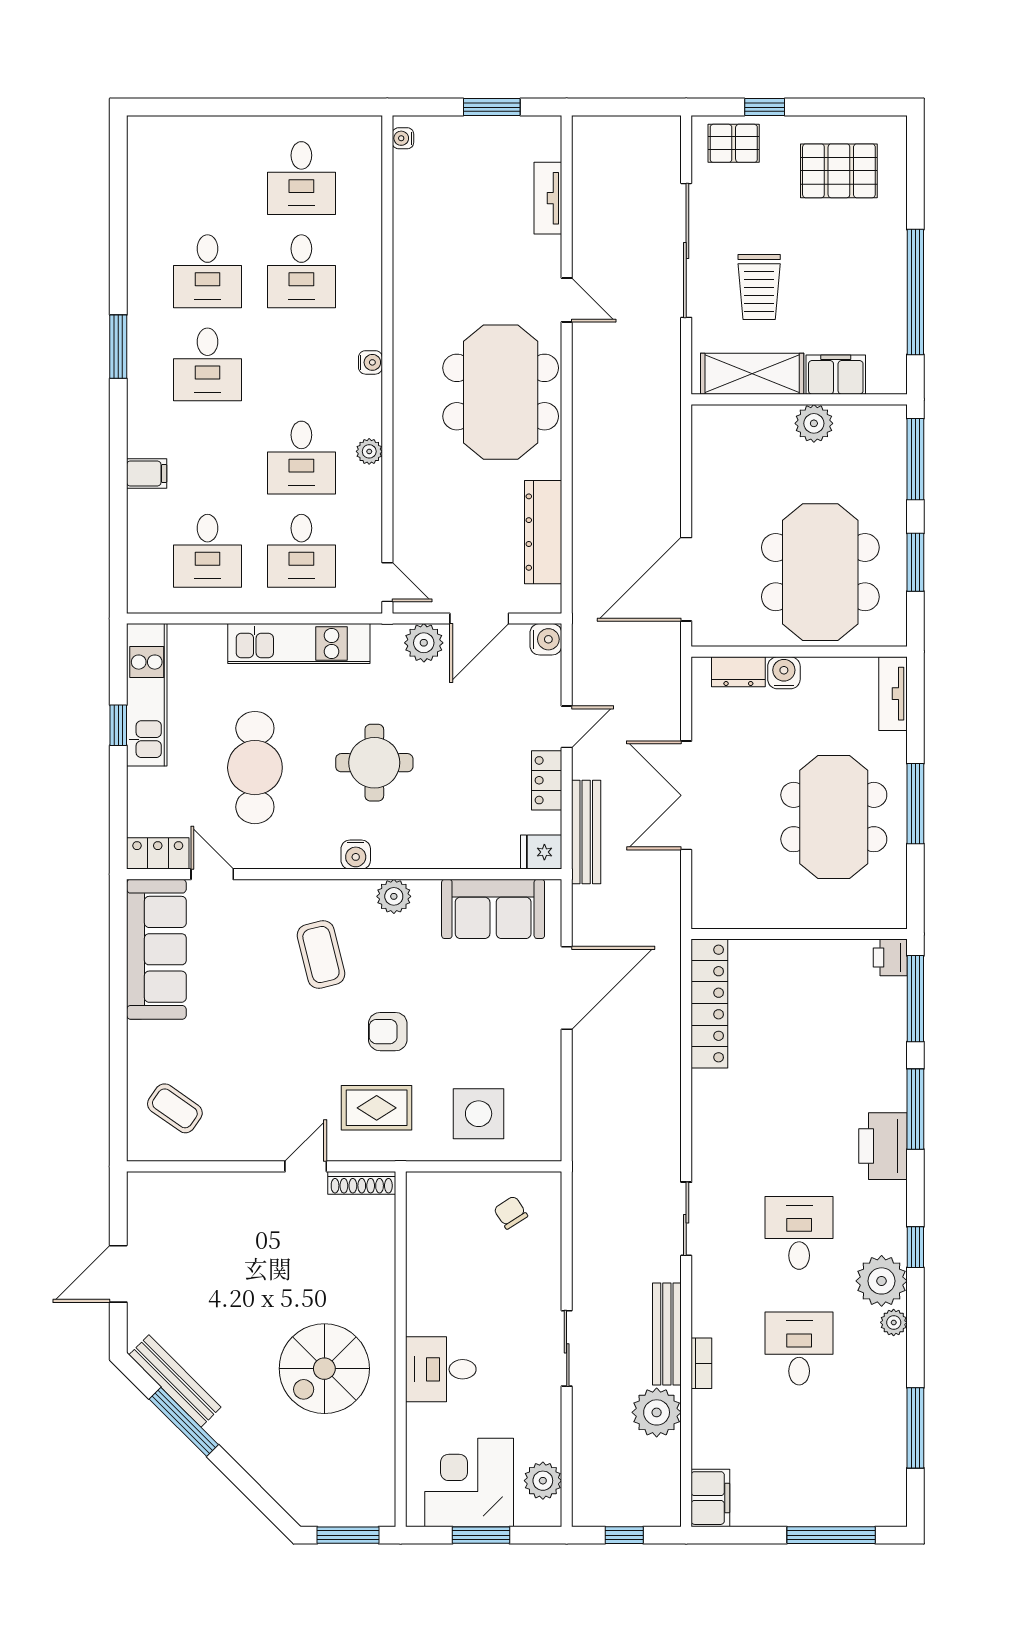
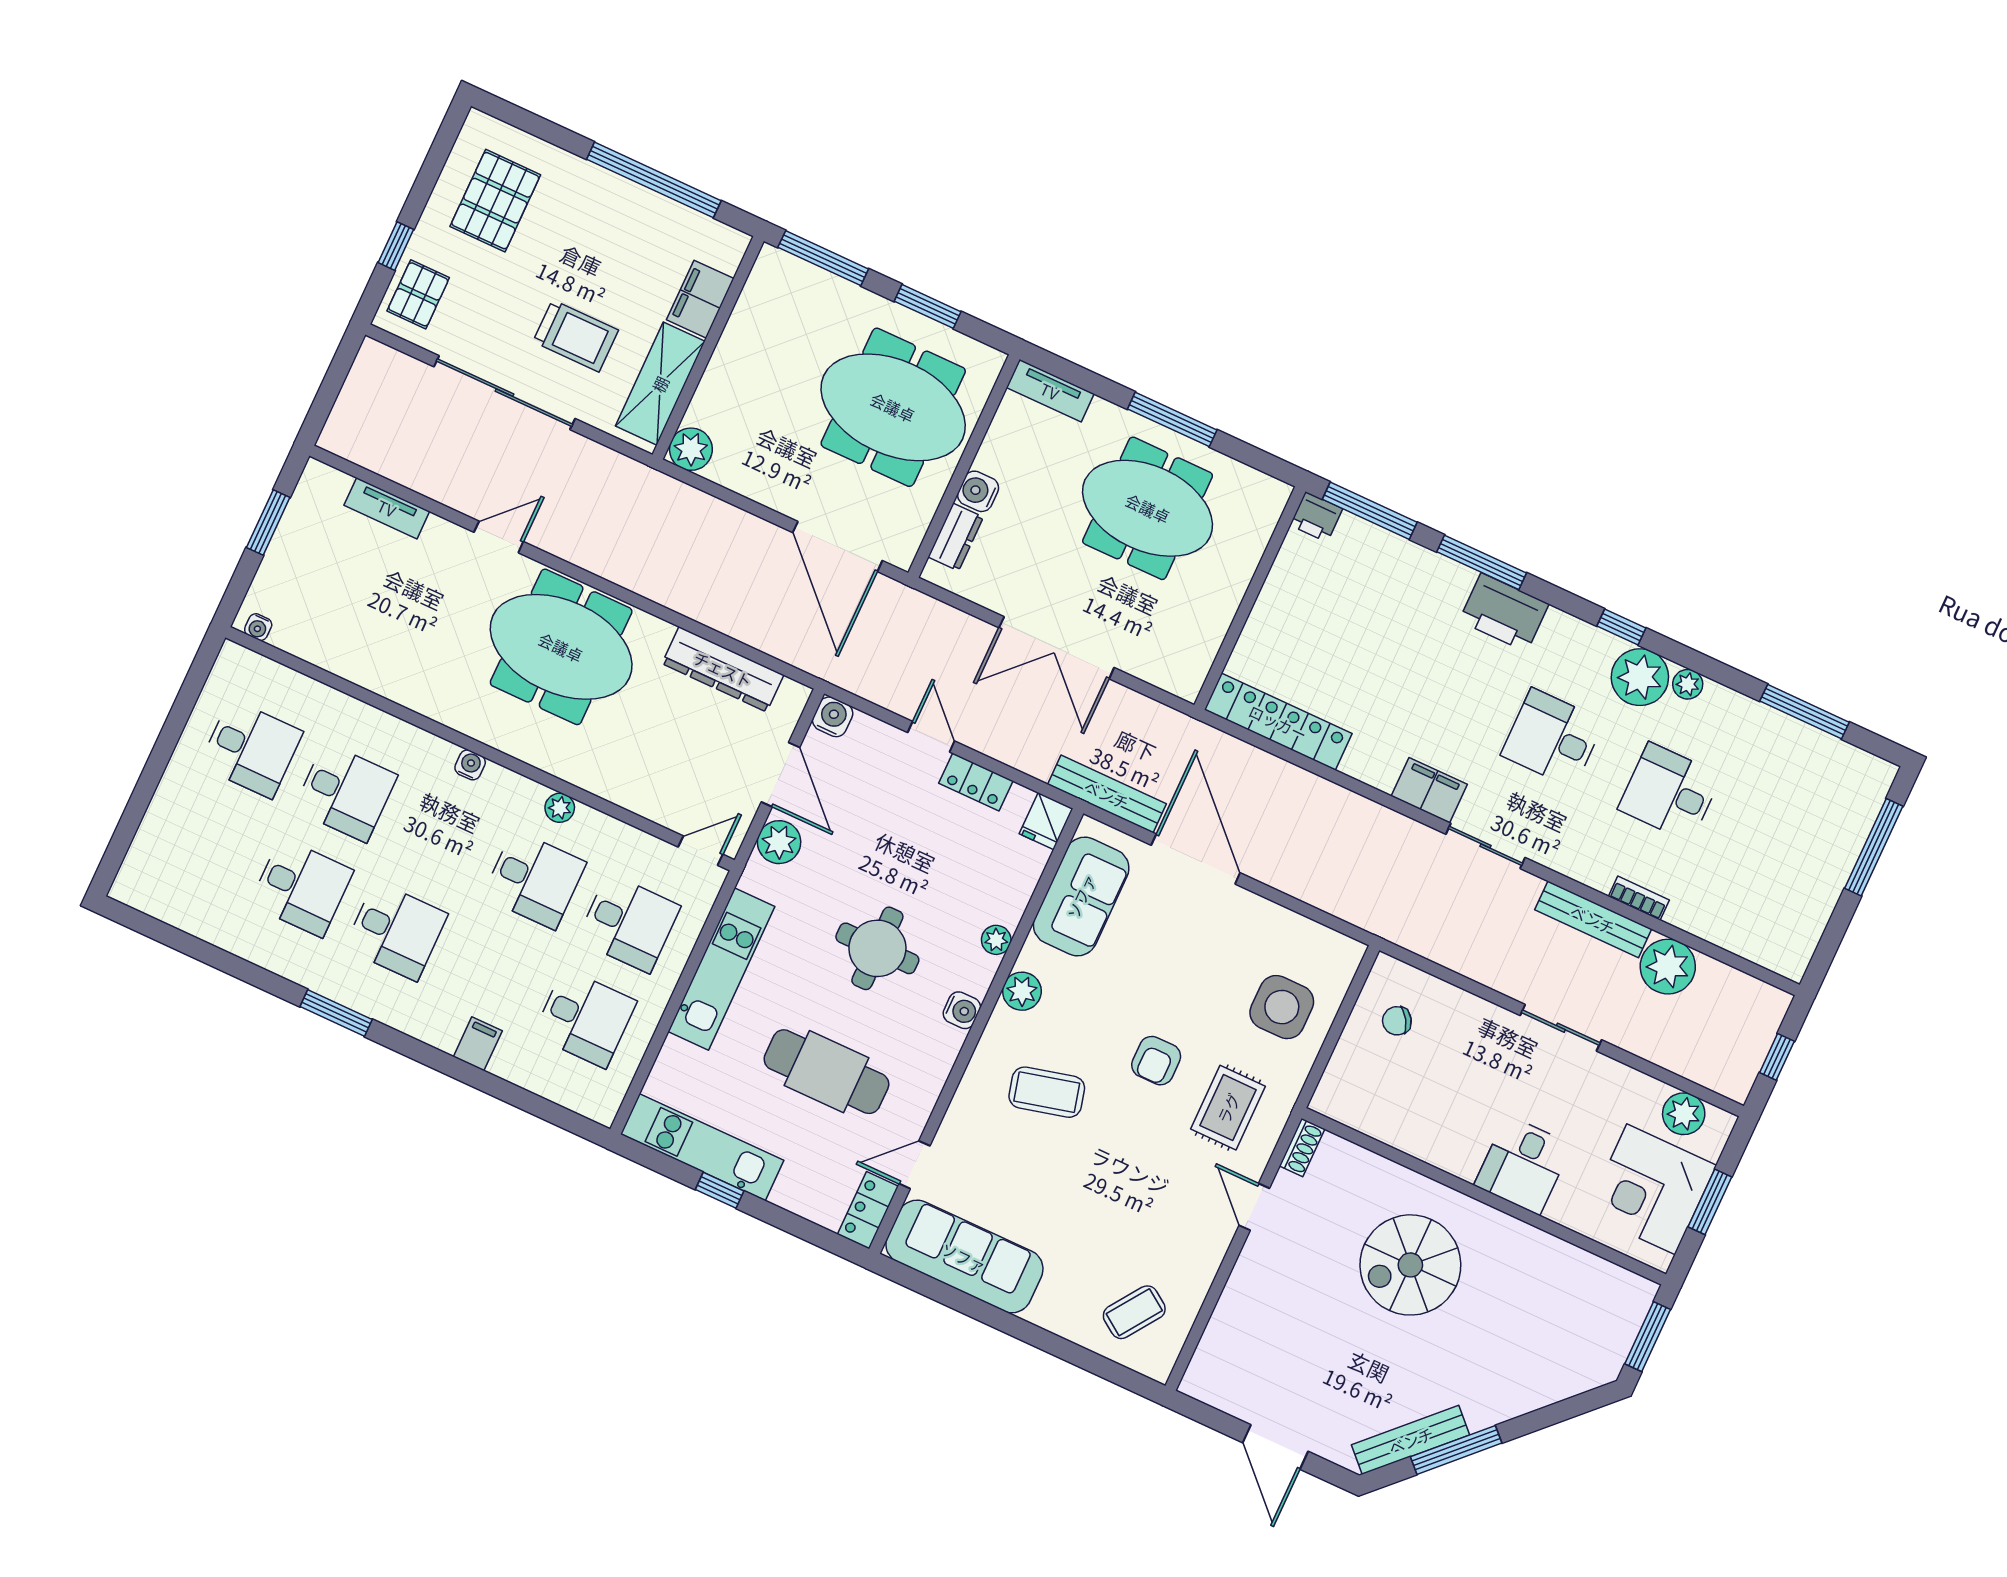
plant: (814, 423) -> (691, 449), moved
bench: (586, 832) -> (1107, 794), moved
plant: (426, 856) -> (996, 940), added
shoe rack: (362, 1183) -> (1302, 1148), width x0.70
spiral stairs: (324, 1369) -> (1410, 1265), moved, turned 90
filing cabinet: (710, 1498) -> (1429, 790), moved

